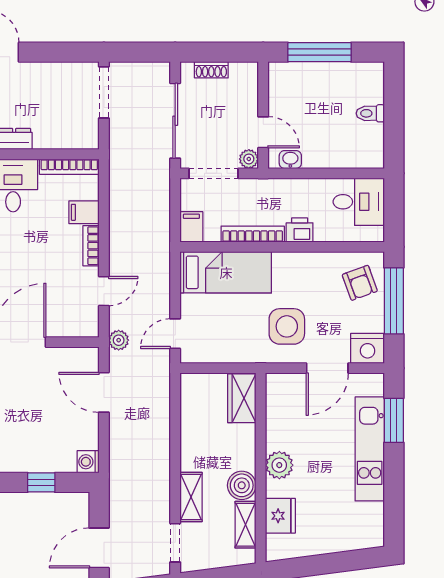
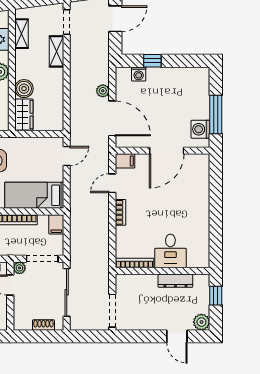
filing cabinet: (84, 212) -> (125, 161), moved
plant: (119, 340) -> (103, 91), moved
door: (104, 392) -> (112, 118), width x1.36
washing machine: (88, 462) -> (139, 74), moved, turned 90
boiler: (242, 485) -> (24, 89), moved

